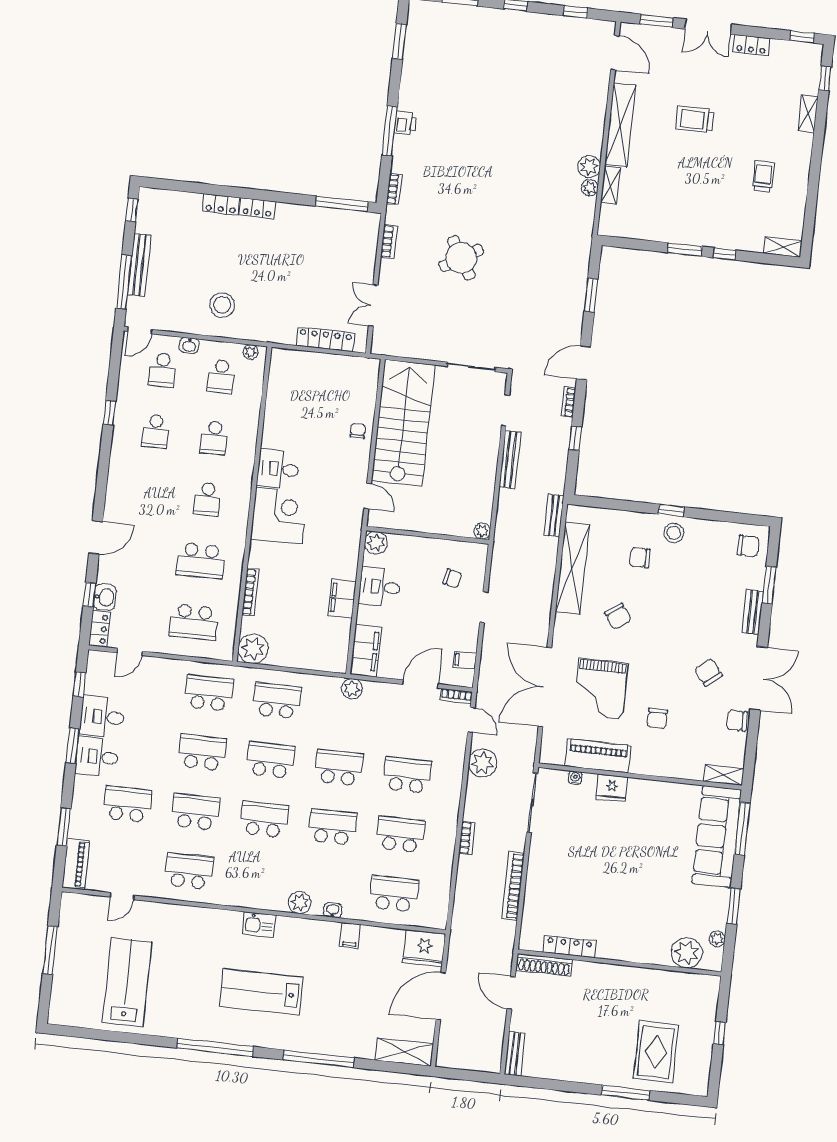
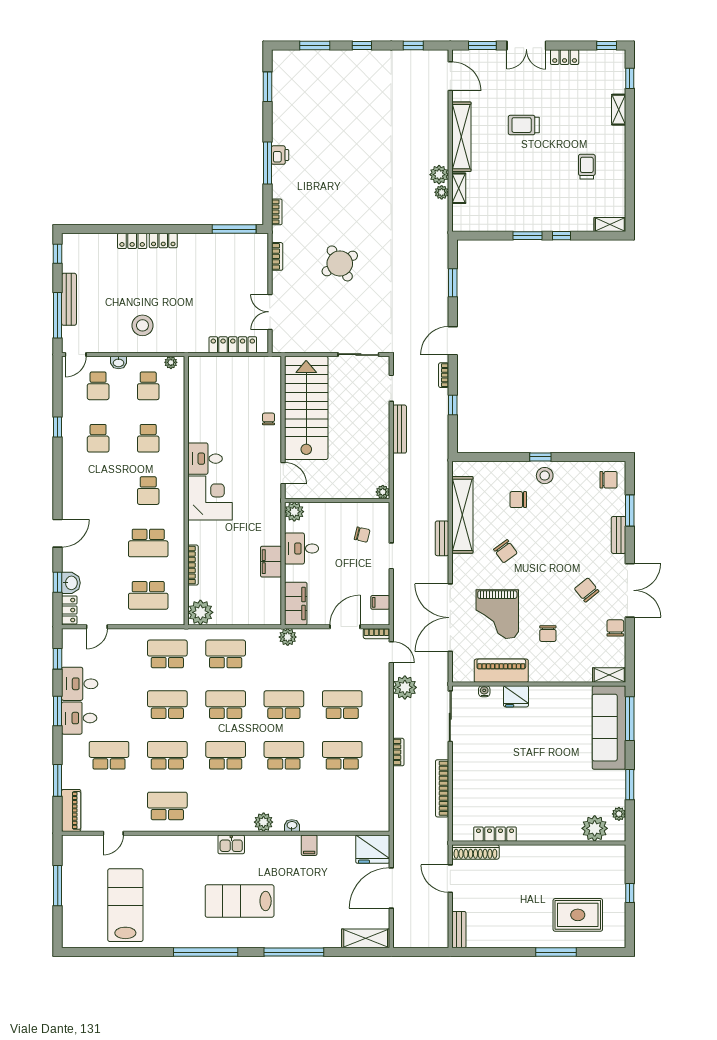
bench: (554, 516) -> (442, 538), moved
chair: (737, 721) -> (615, 628), turned 90
school desk: (394, 894) -> (342, 806), removed
rug: (656, 1052) -> (578, 915), turned 90

